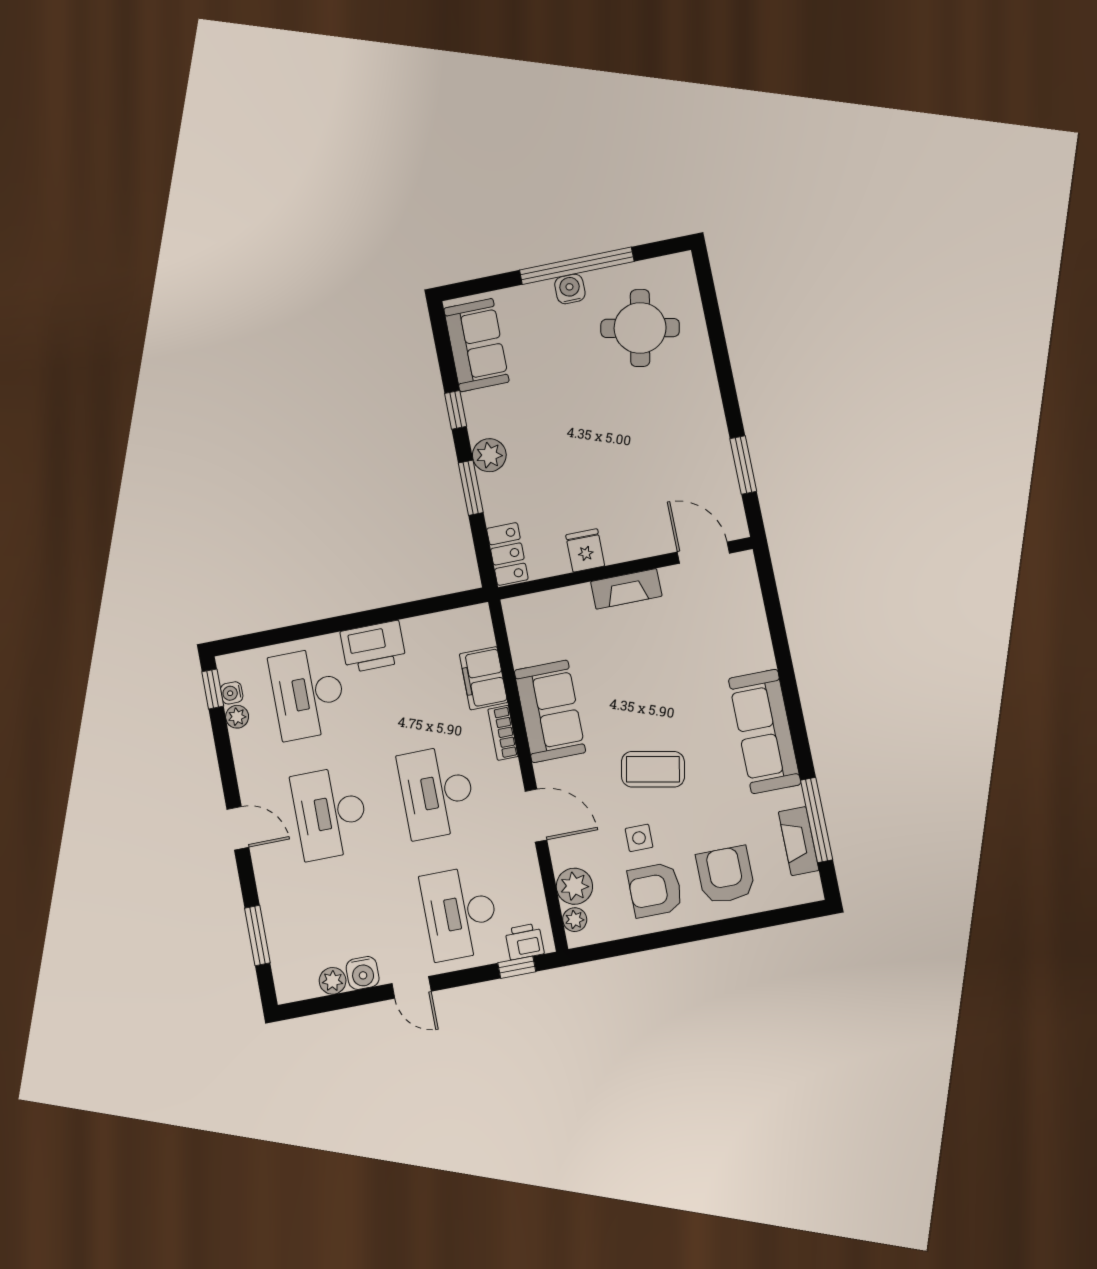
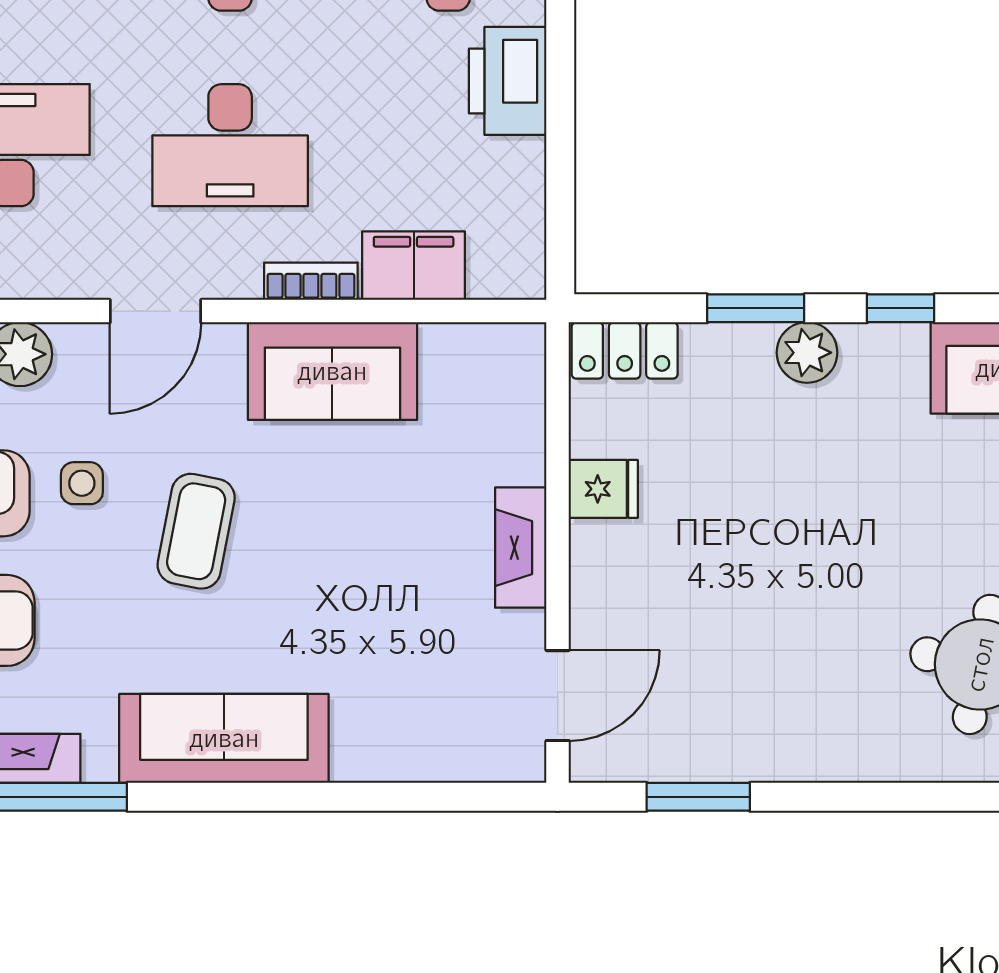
desk: (437, 792) -> (230, 145), turned 180

